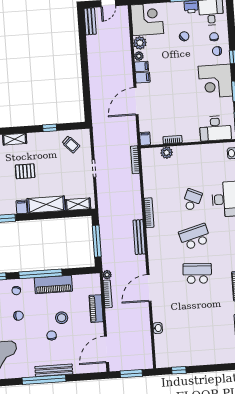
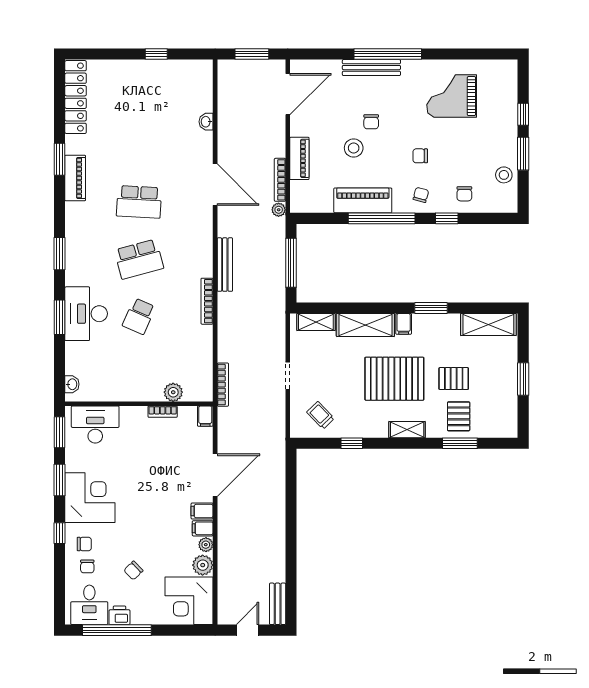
pallet: (25, 171) -> (394, 379), width x2.05, depth x2.00
door: (149, 288) -> (215, 185), hinge flipped
window: (179, 370) -> (156, 54), moved

